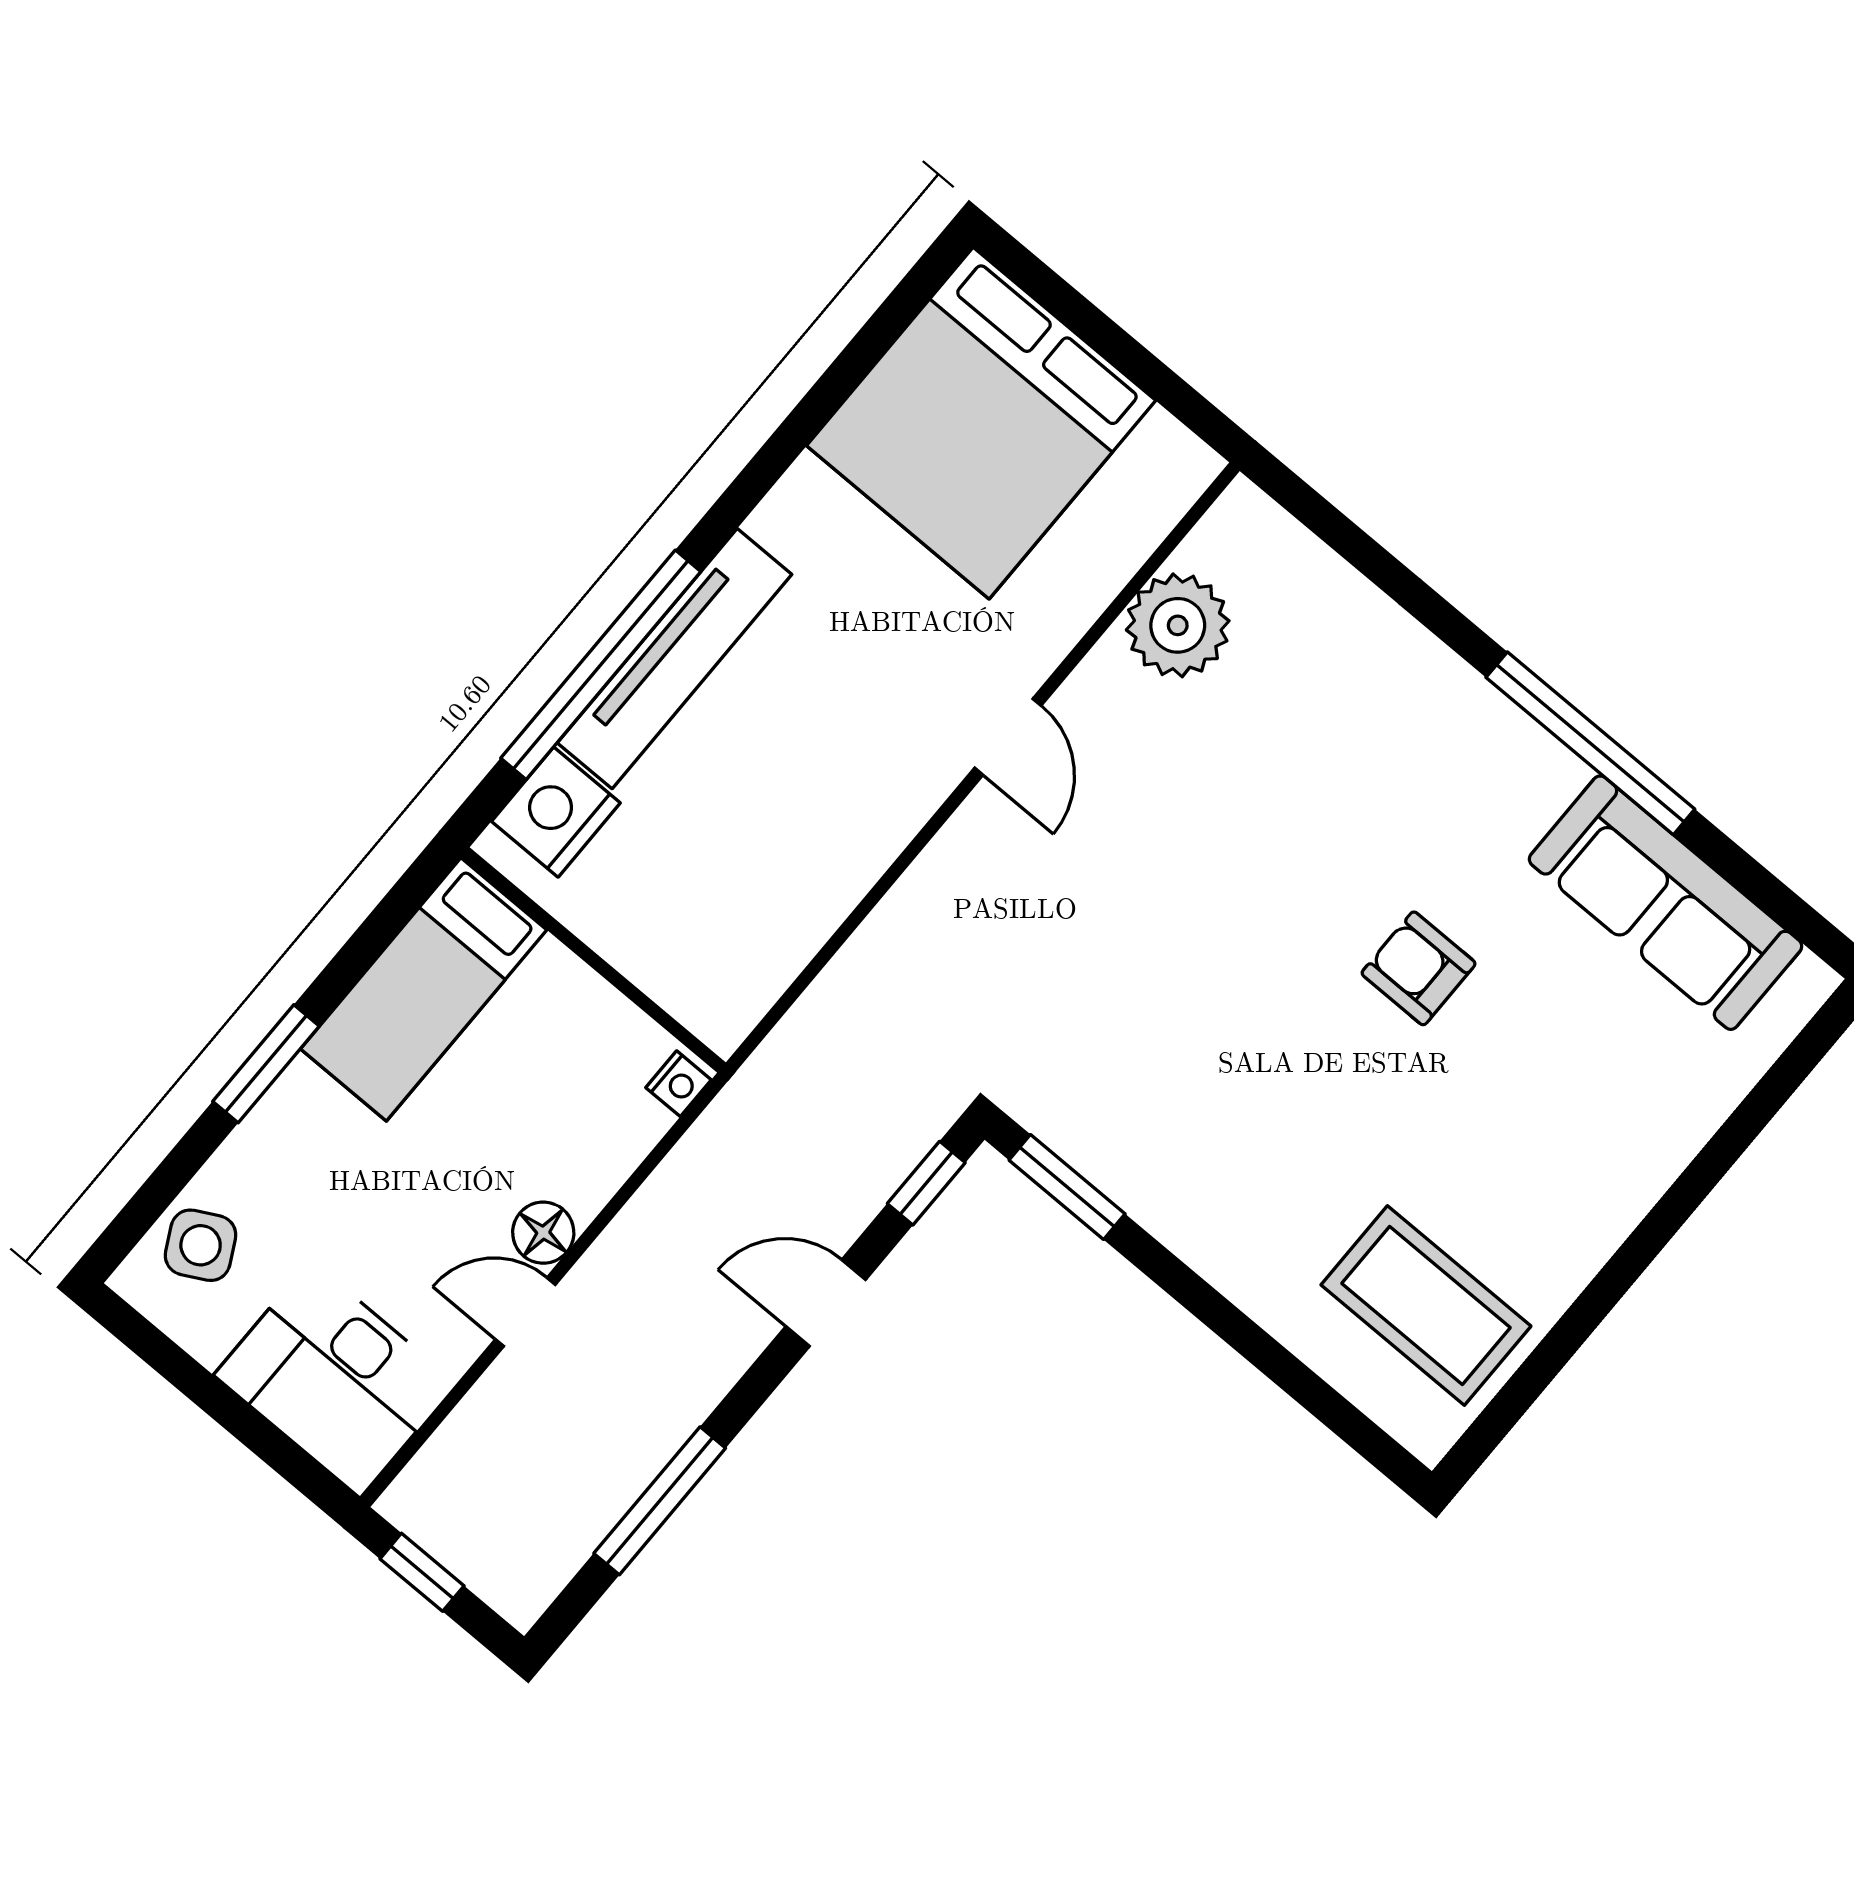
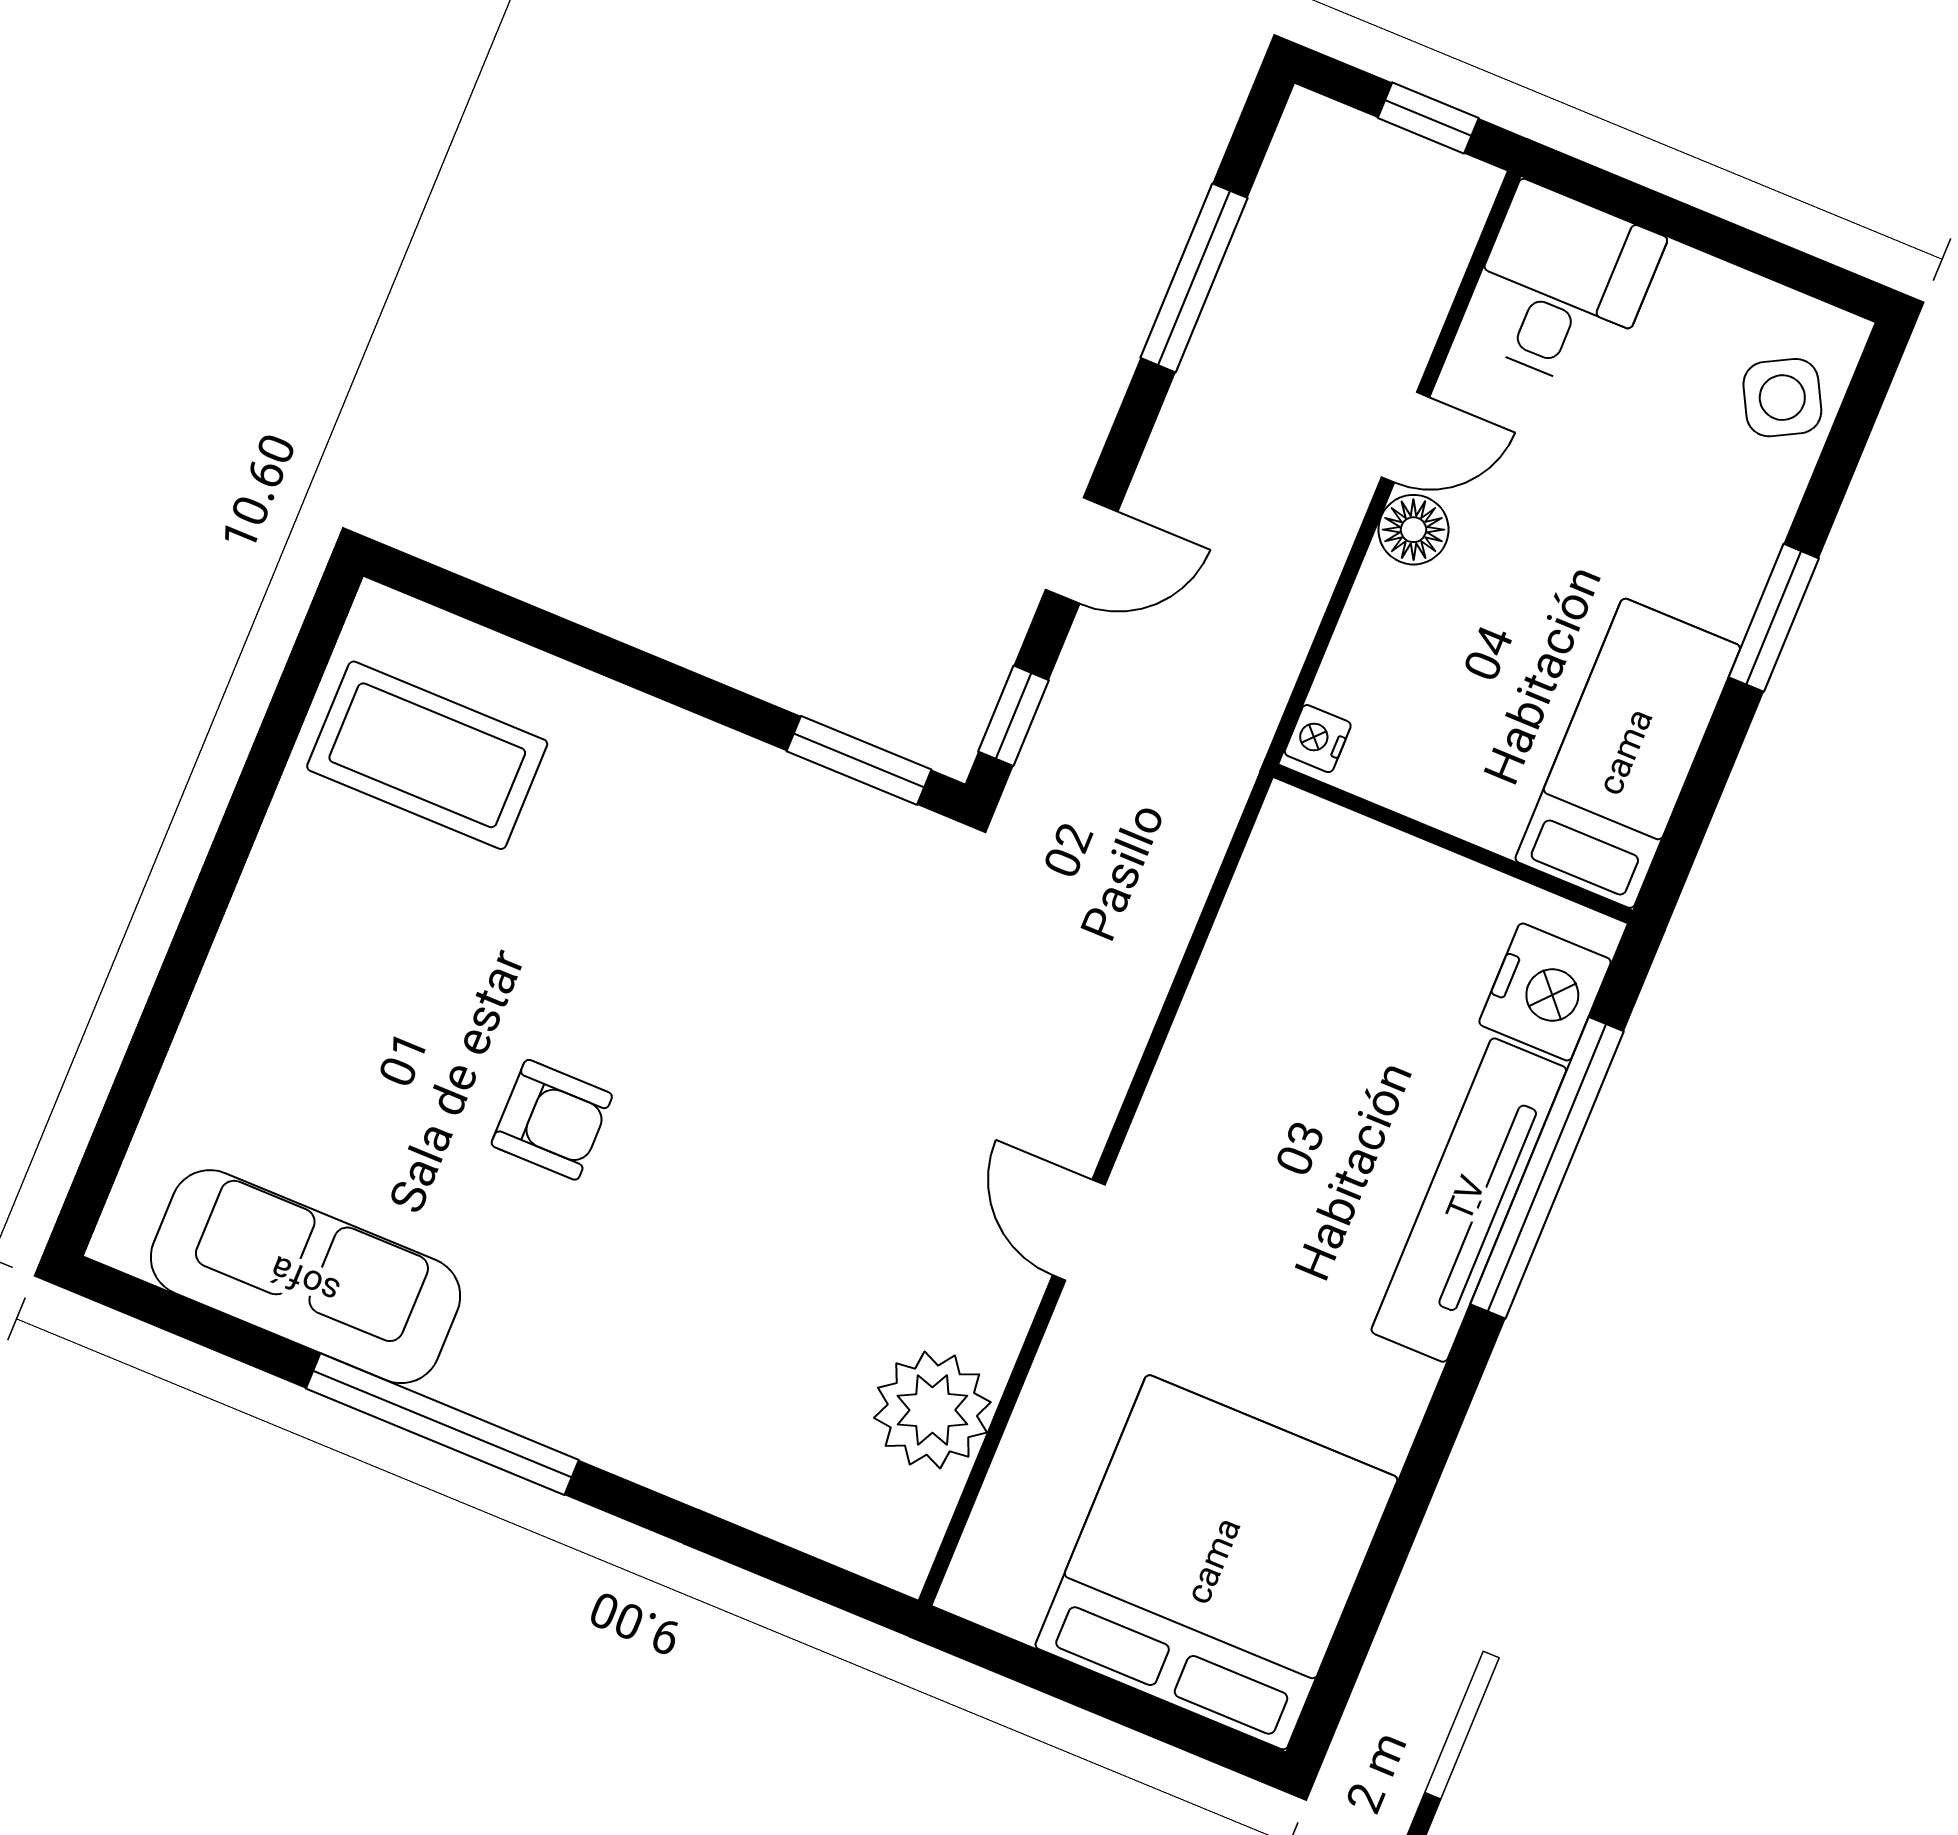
desk: (335, 1379) -> (1562, 287), width x0.73

